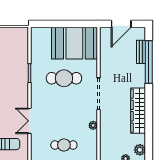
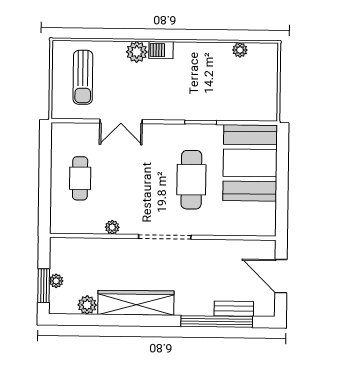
booth: (74, 43) -> (250, 163), moved
double door: (29, 121) -> (121, 121), swing flipped
plant: (140, 150) -> (87, 305), moved

